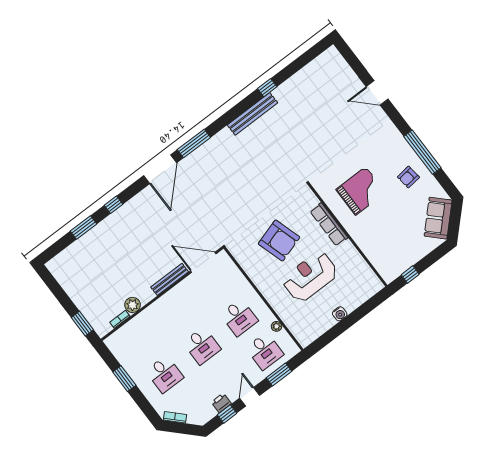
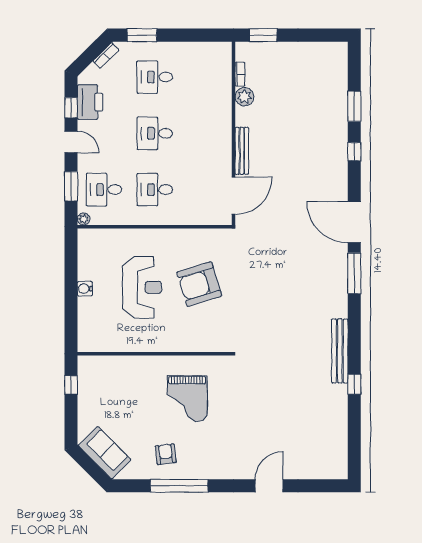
row of seats: (329, 224) -> (178, 343), removed
plant: (276, 326) -> (84, 219), moved
window: (124, 379) -> (142, 35), moved
printer: (221, 403) -> (90, 102), width x1.87, depth x1.48

